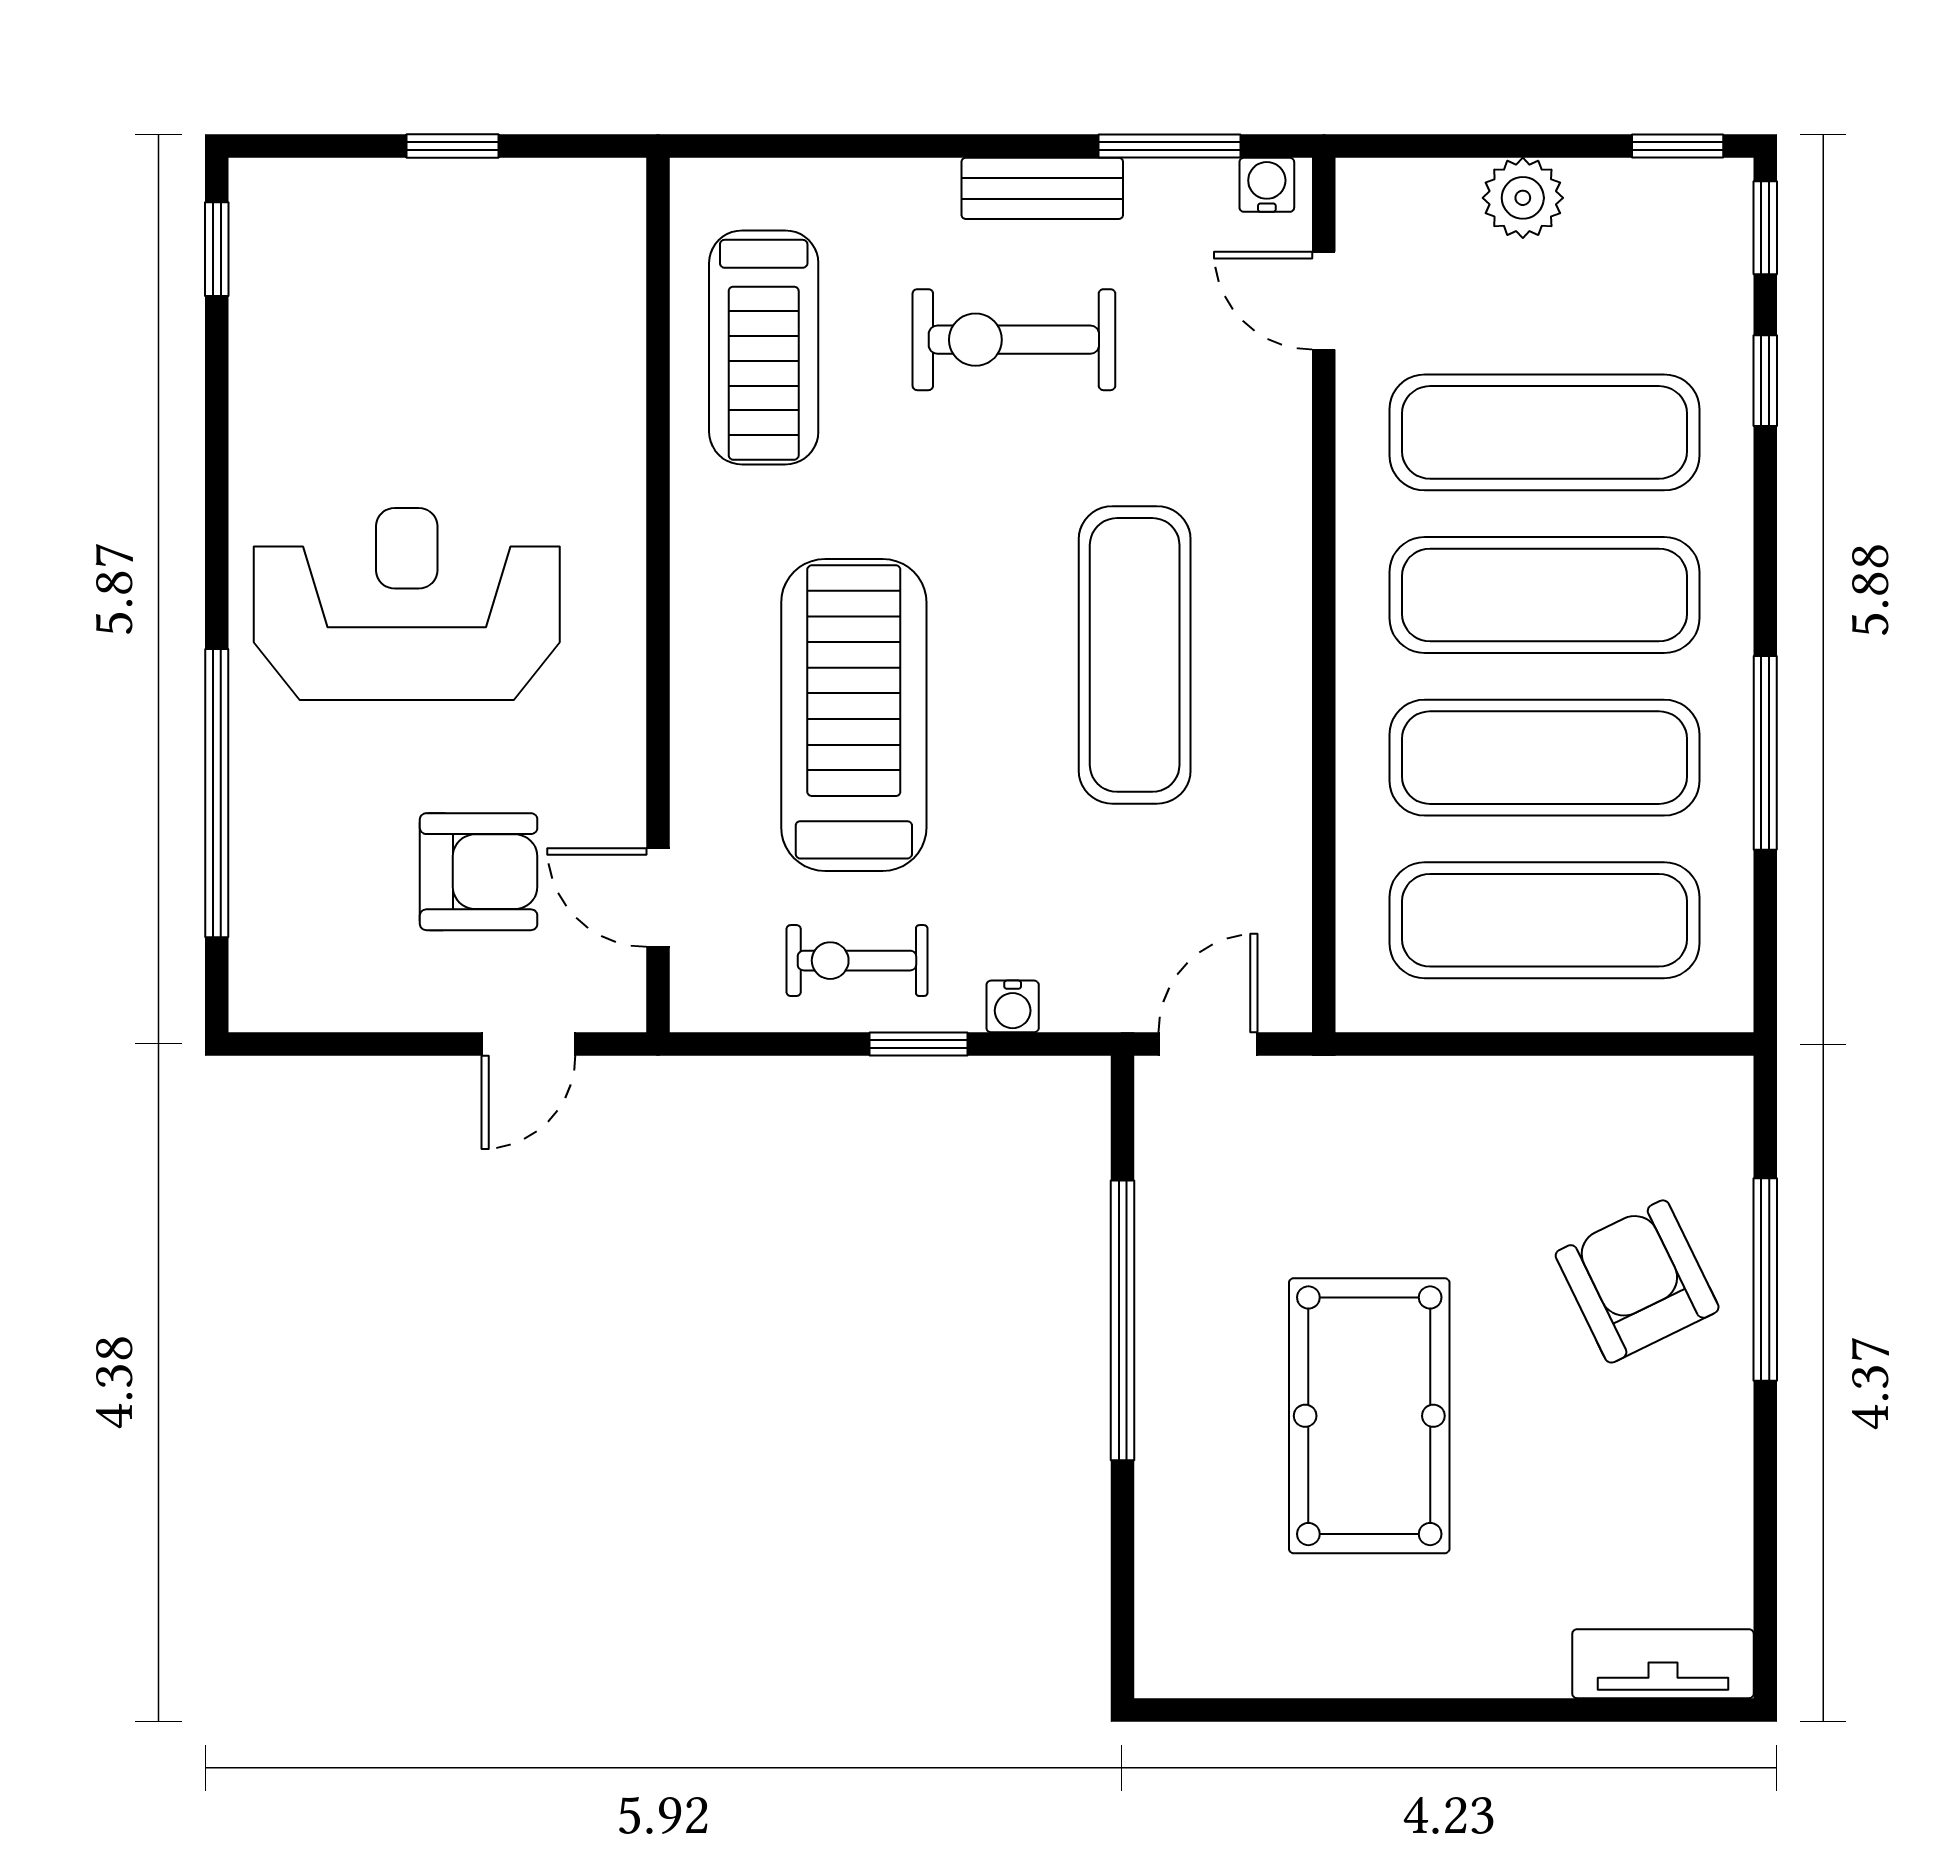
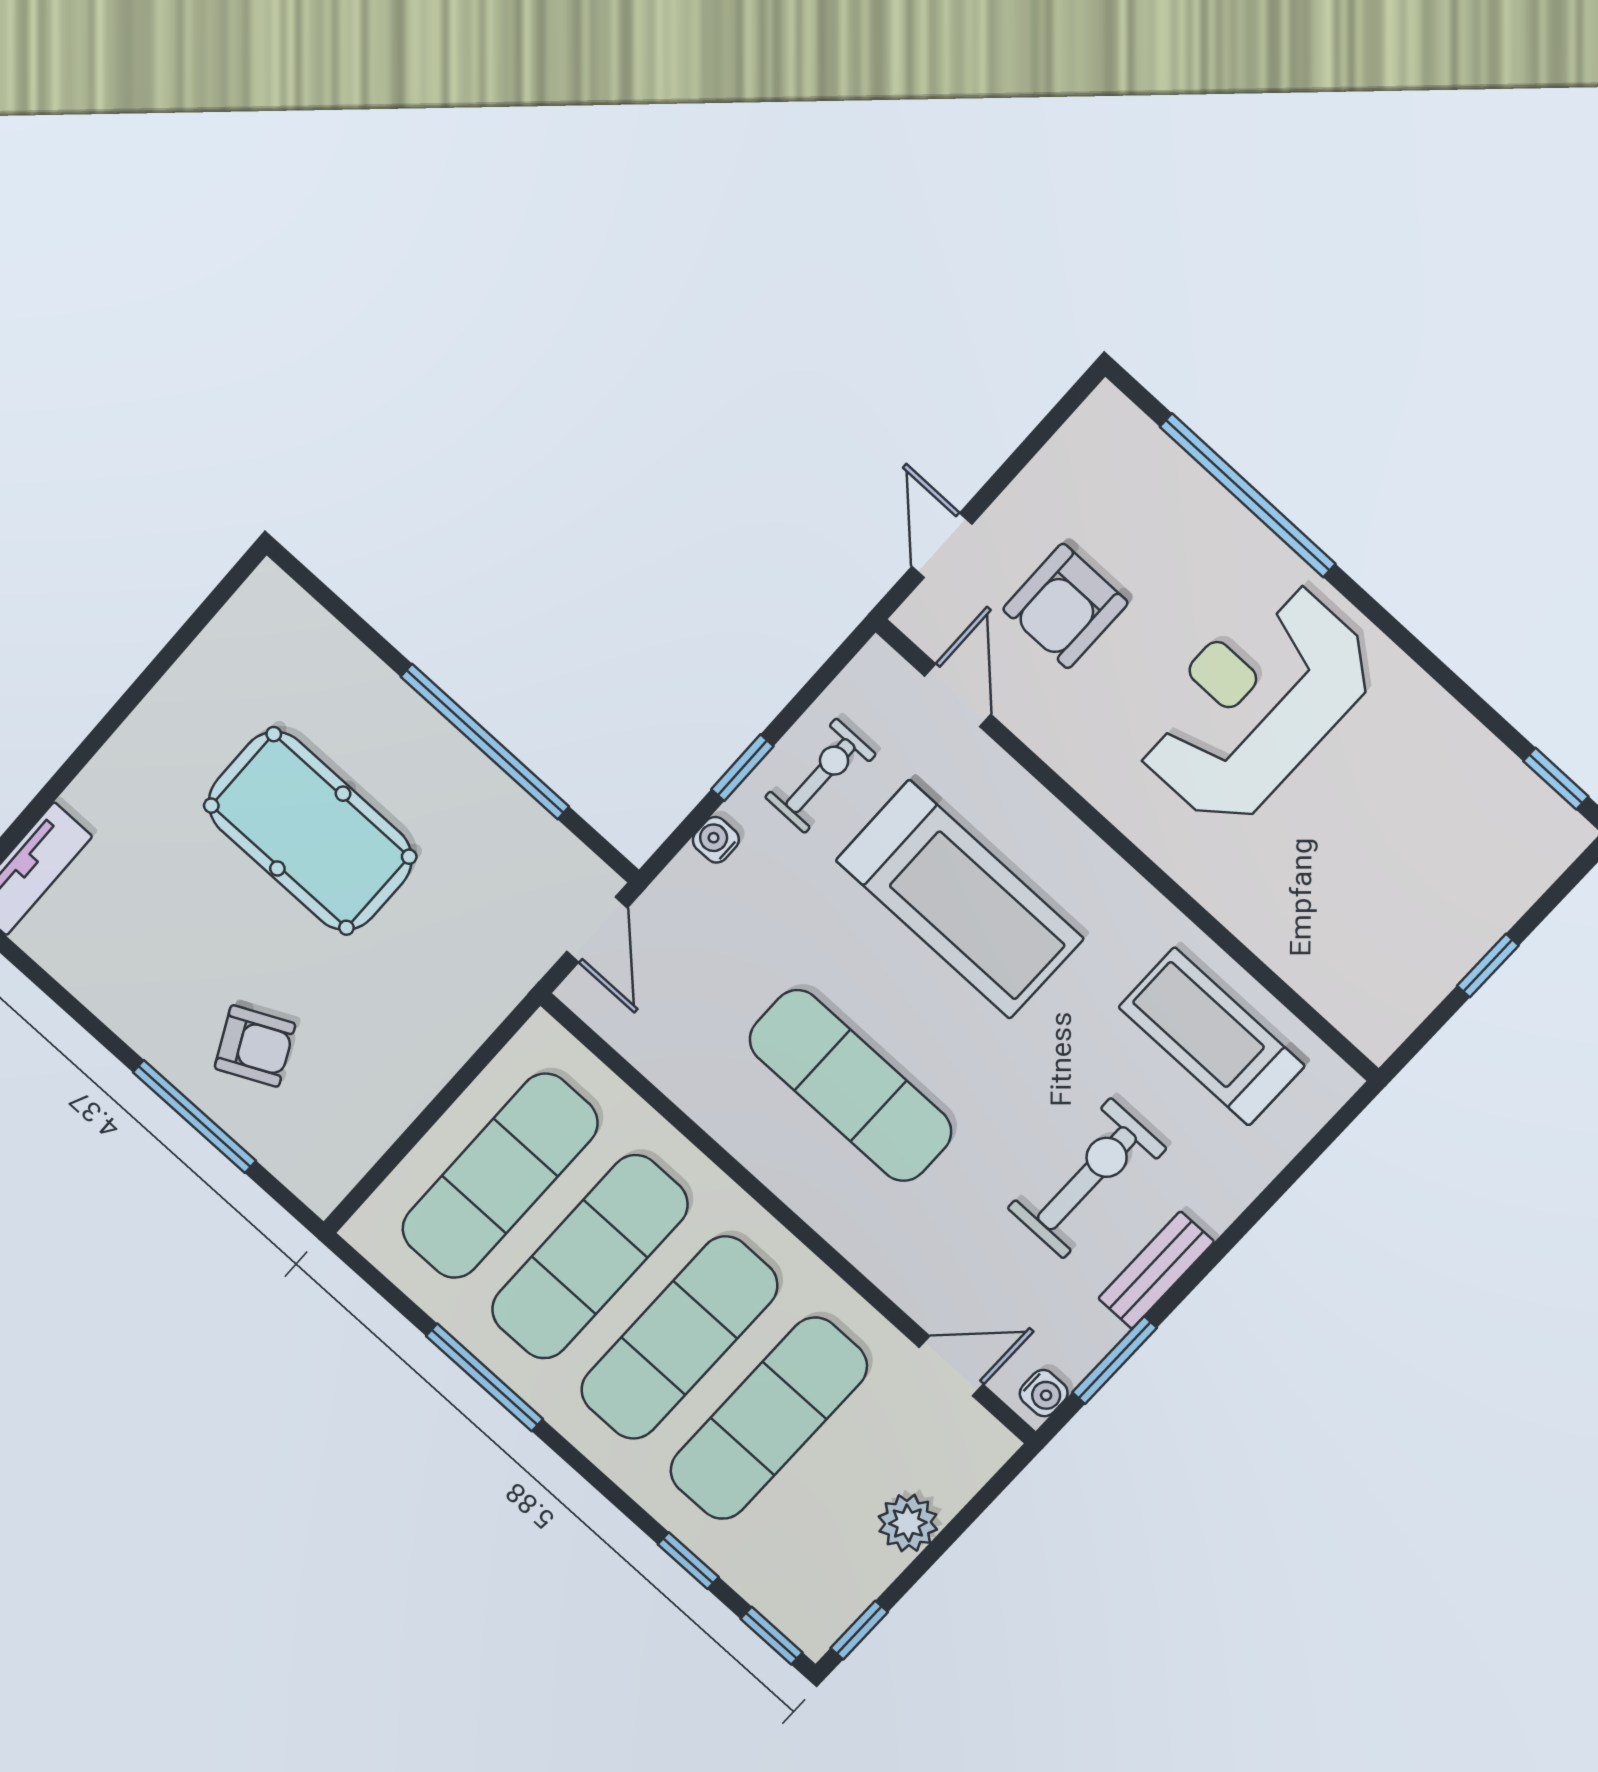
reception desk: (407, 604) -> (1254, 703), turned 180
door: (658, 897) -> (958, 695), hinge flipped
armchair: (1637, 1281) -> (255, 1046), width x0.72, depth x0.72

